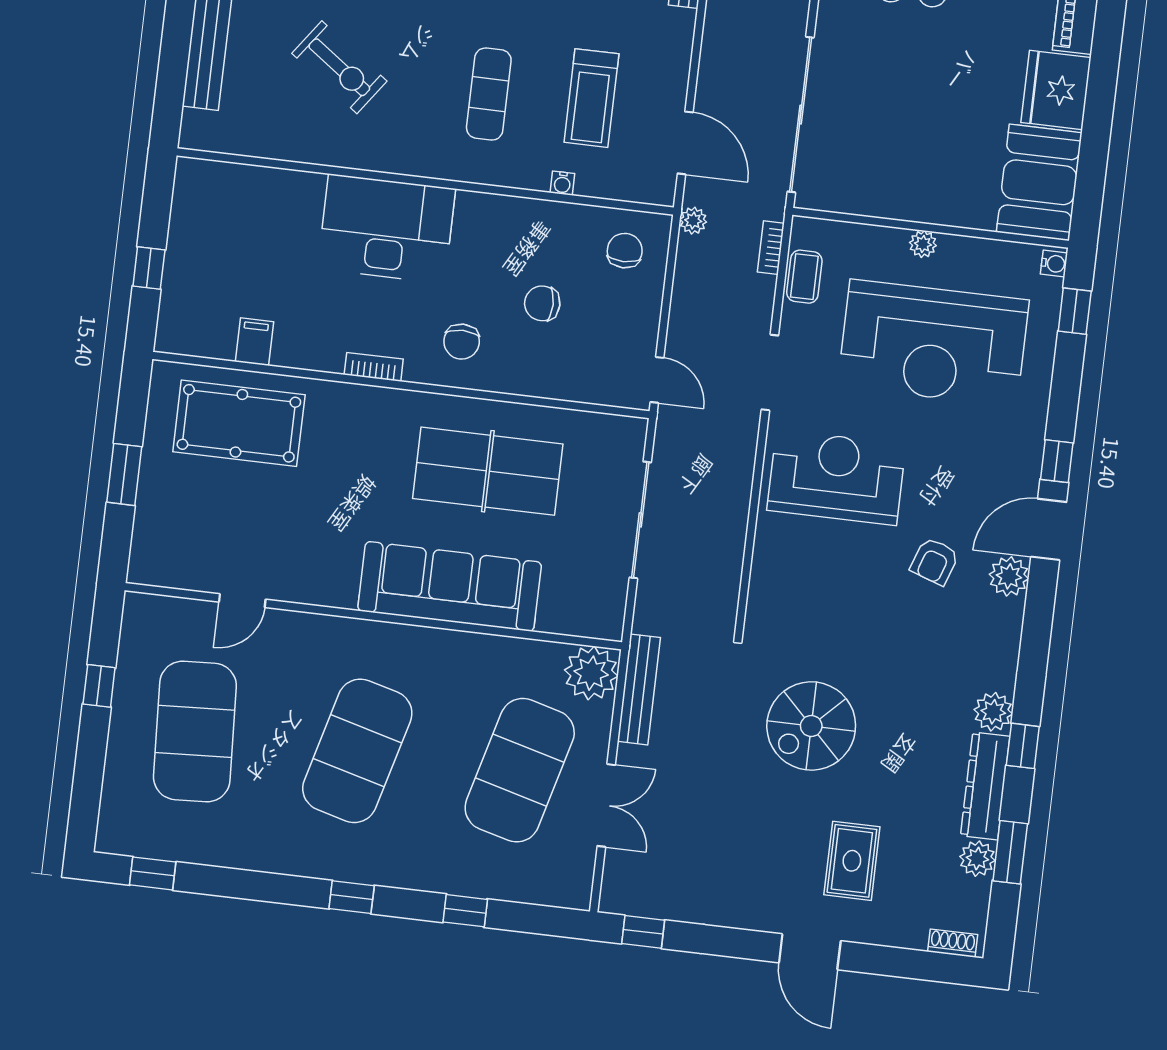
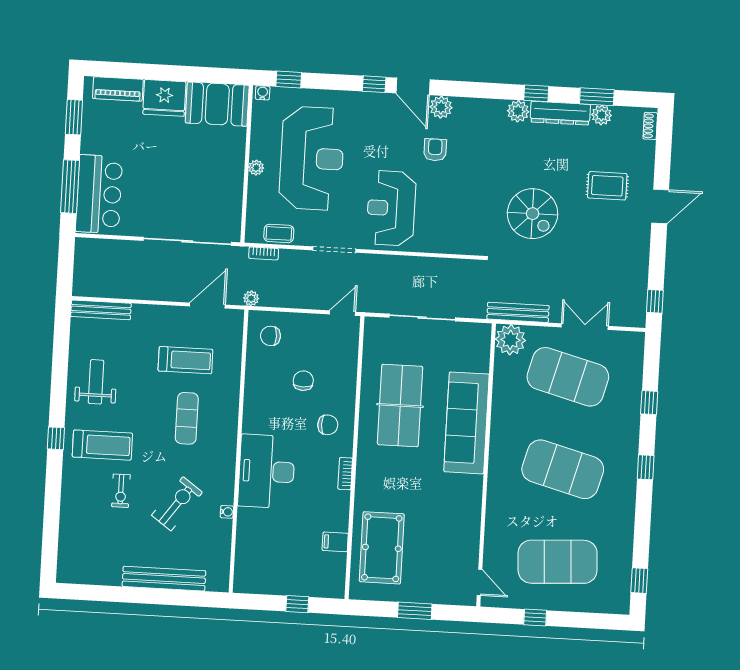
exercise mat: (489, 94) -> (187, 418), turned 90
water cooler: (562, 183) -> (227, 512), moved
chair: (542, 303) -> (303, 381), turned 180
armchair: (935, 561) -> (435, 150), turned -109
door: (242, 601) -> (480, 582), moved

